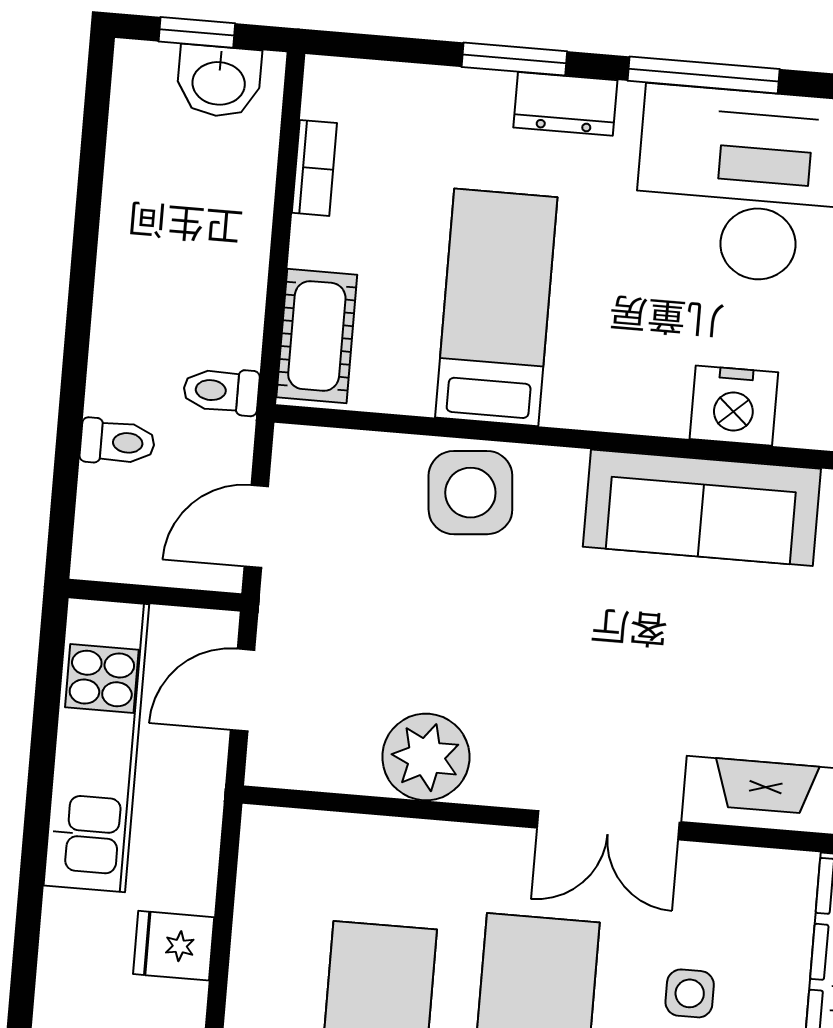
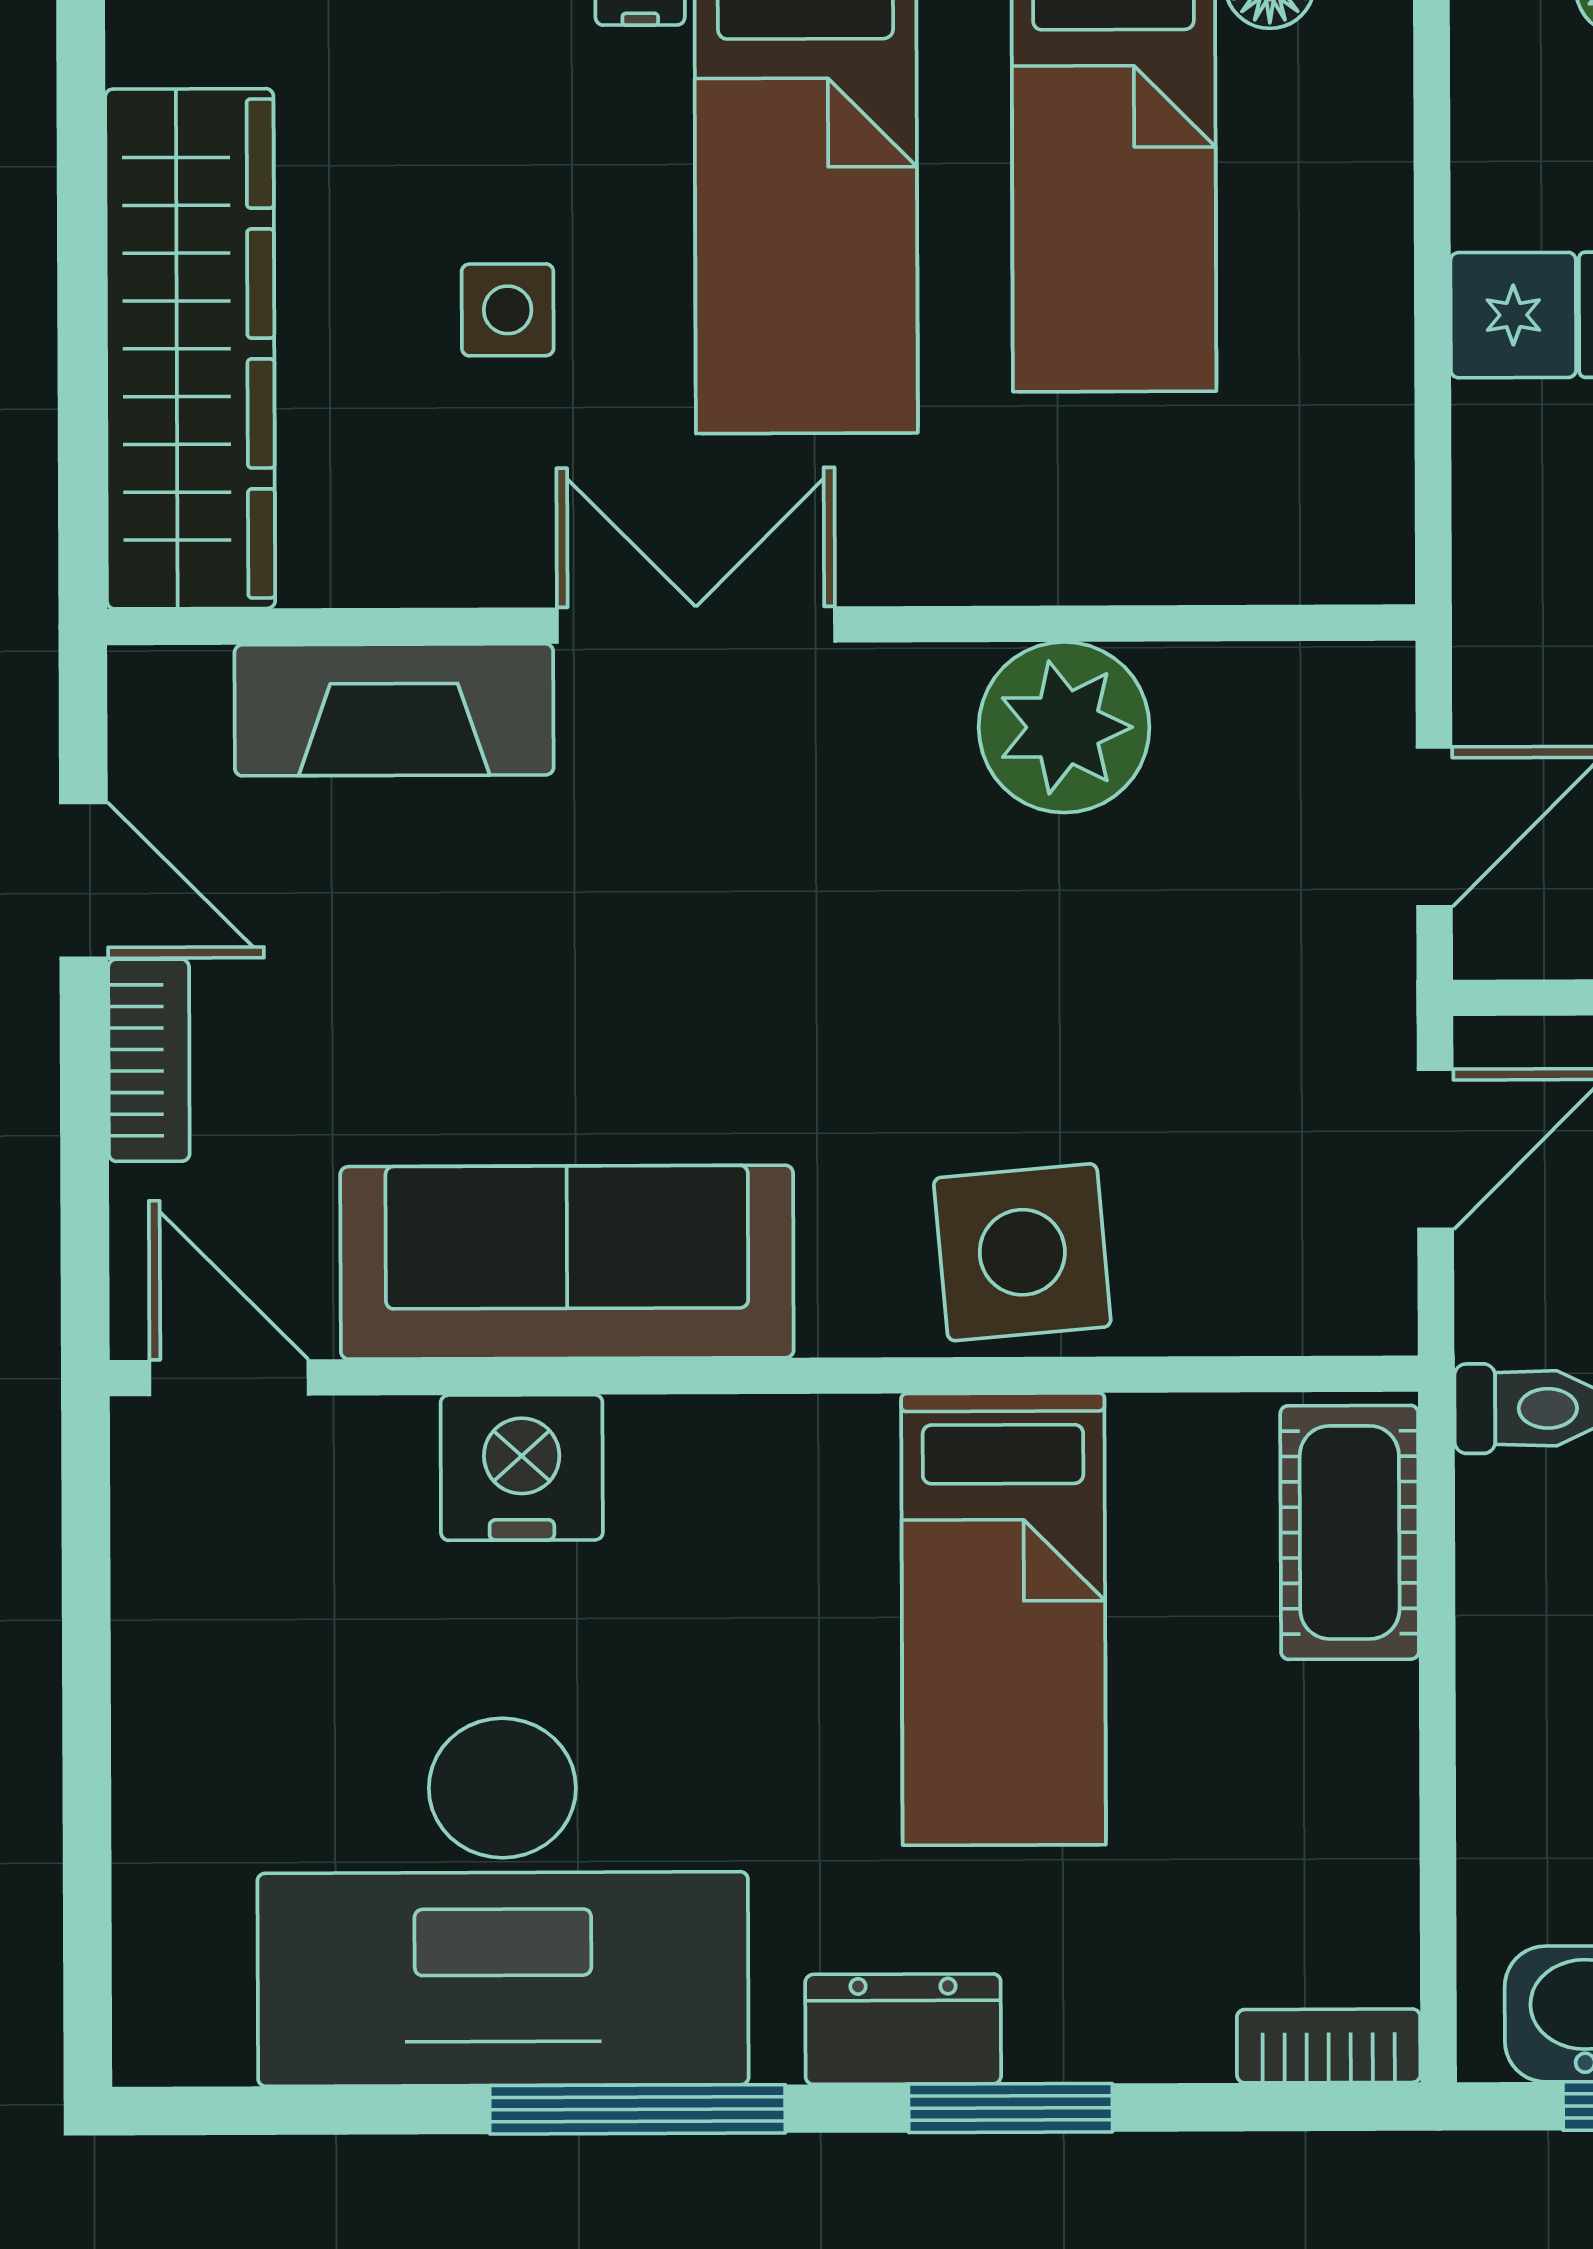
bookcase: (314, 168) -> (1329, 2046), moved, turned 90

